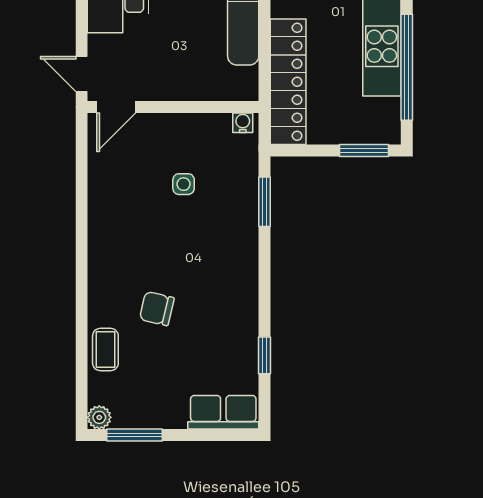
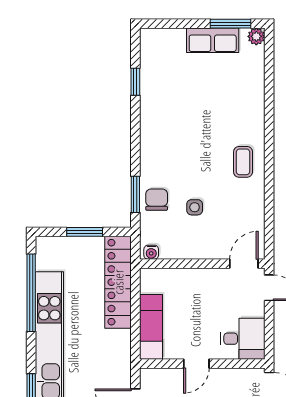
window: (364, 151) -> (85, 232), moved
chair: (157, 309) -> (157, 200), moved, turned -103
coffee table: (105, 350) -> (243, 162), moved
row of seats: (223, 412) -> (213, 40), moved

